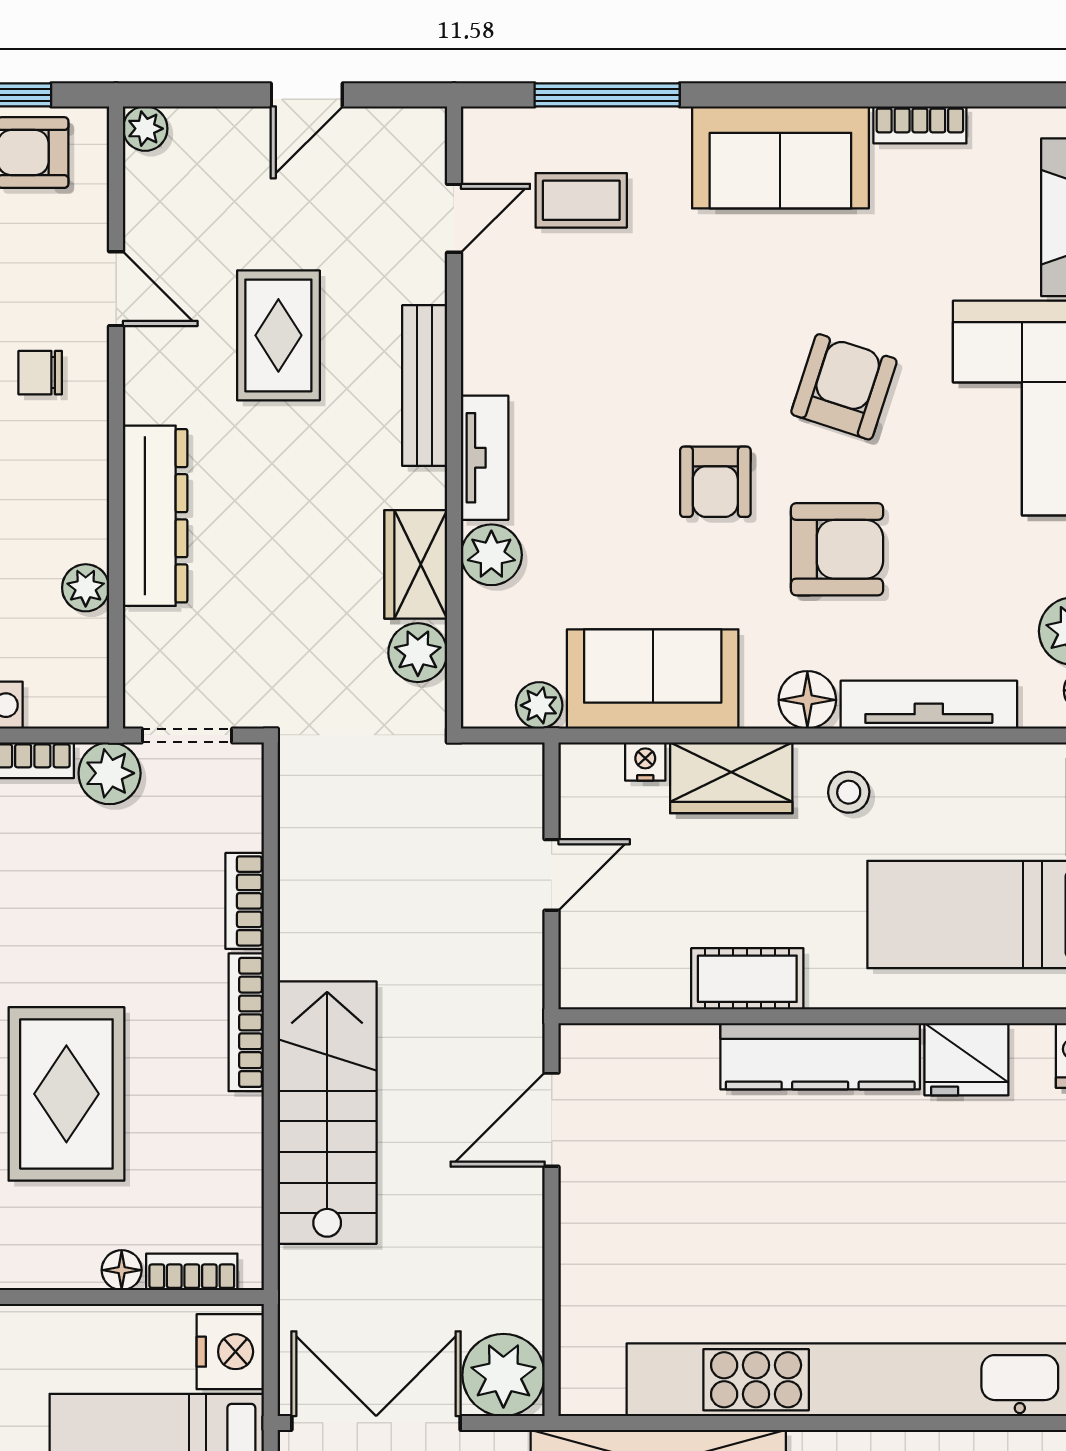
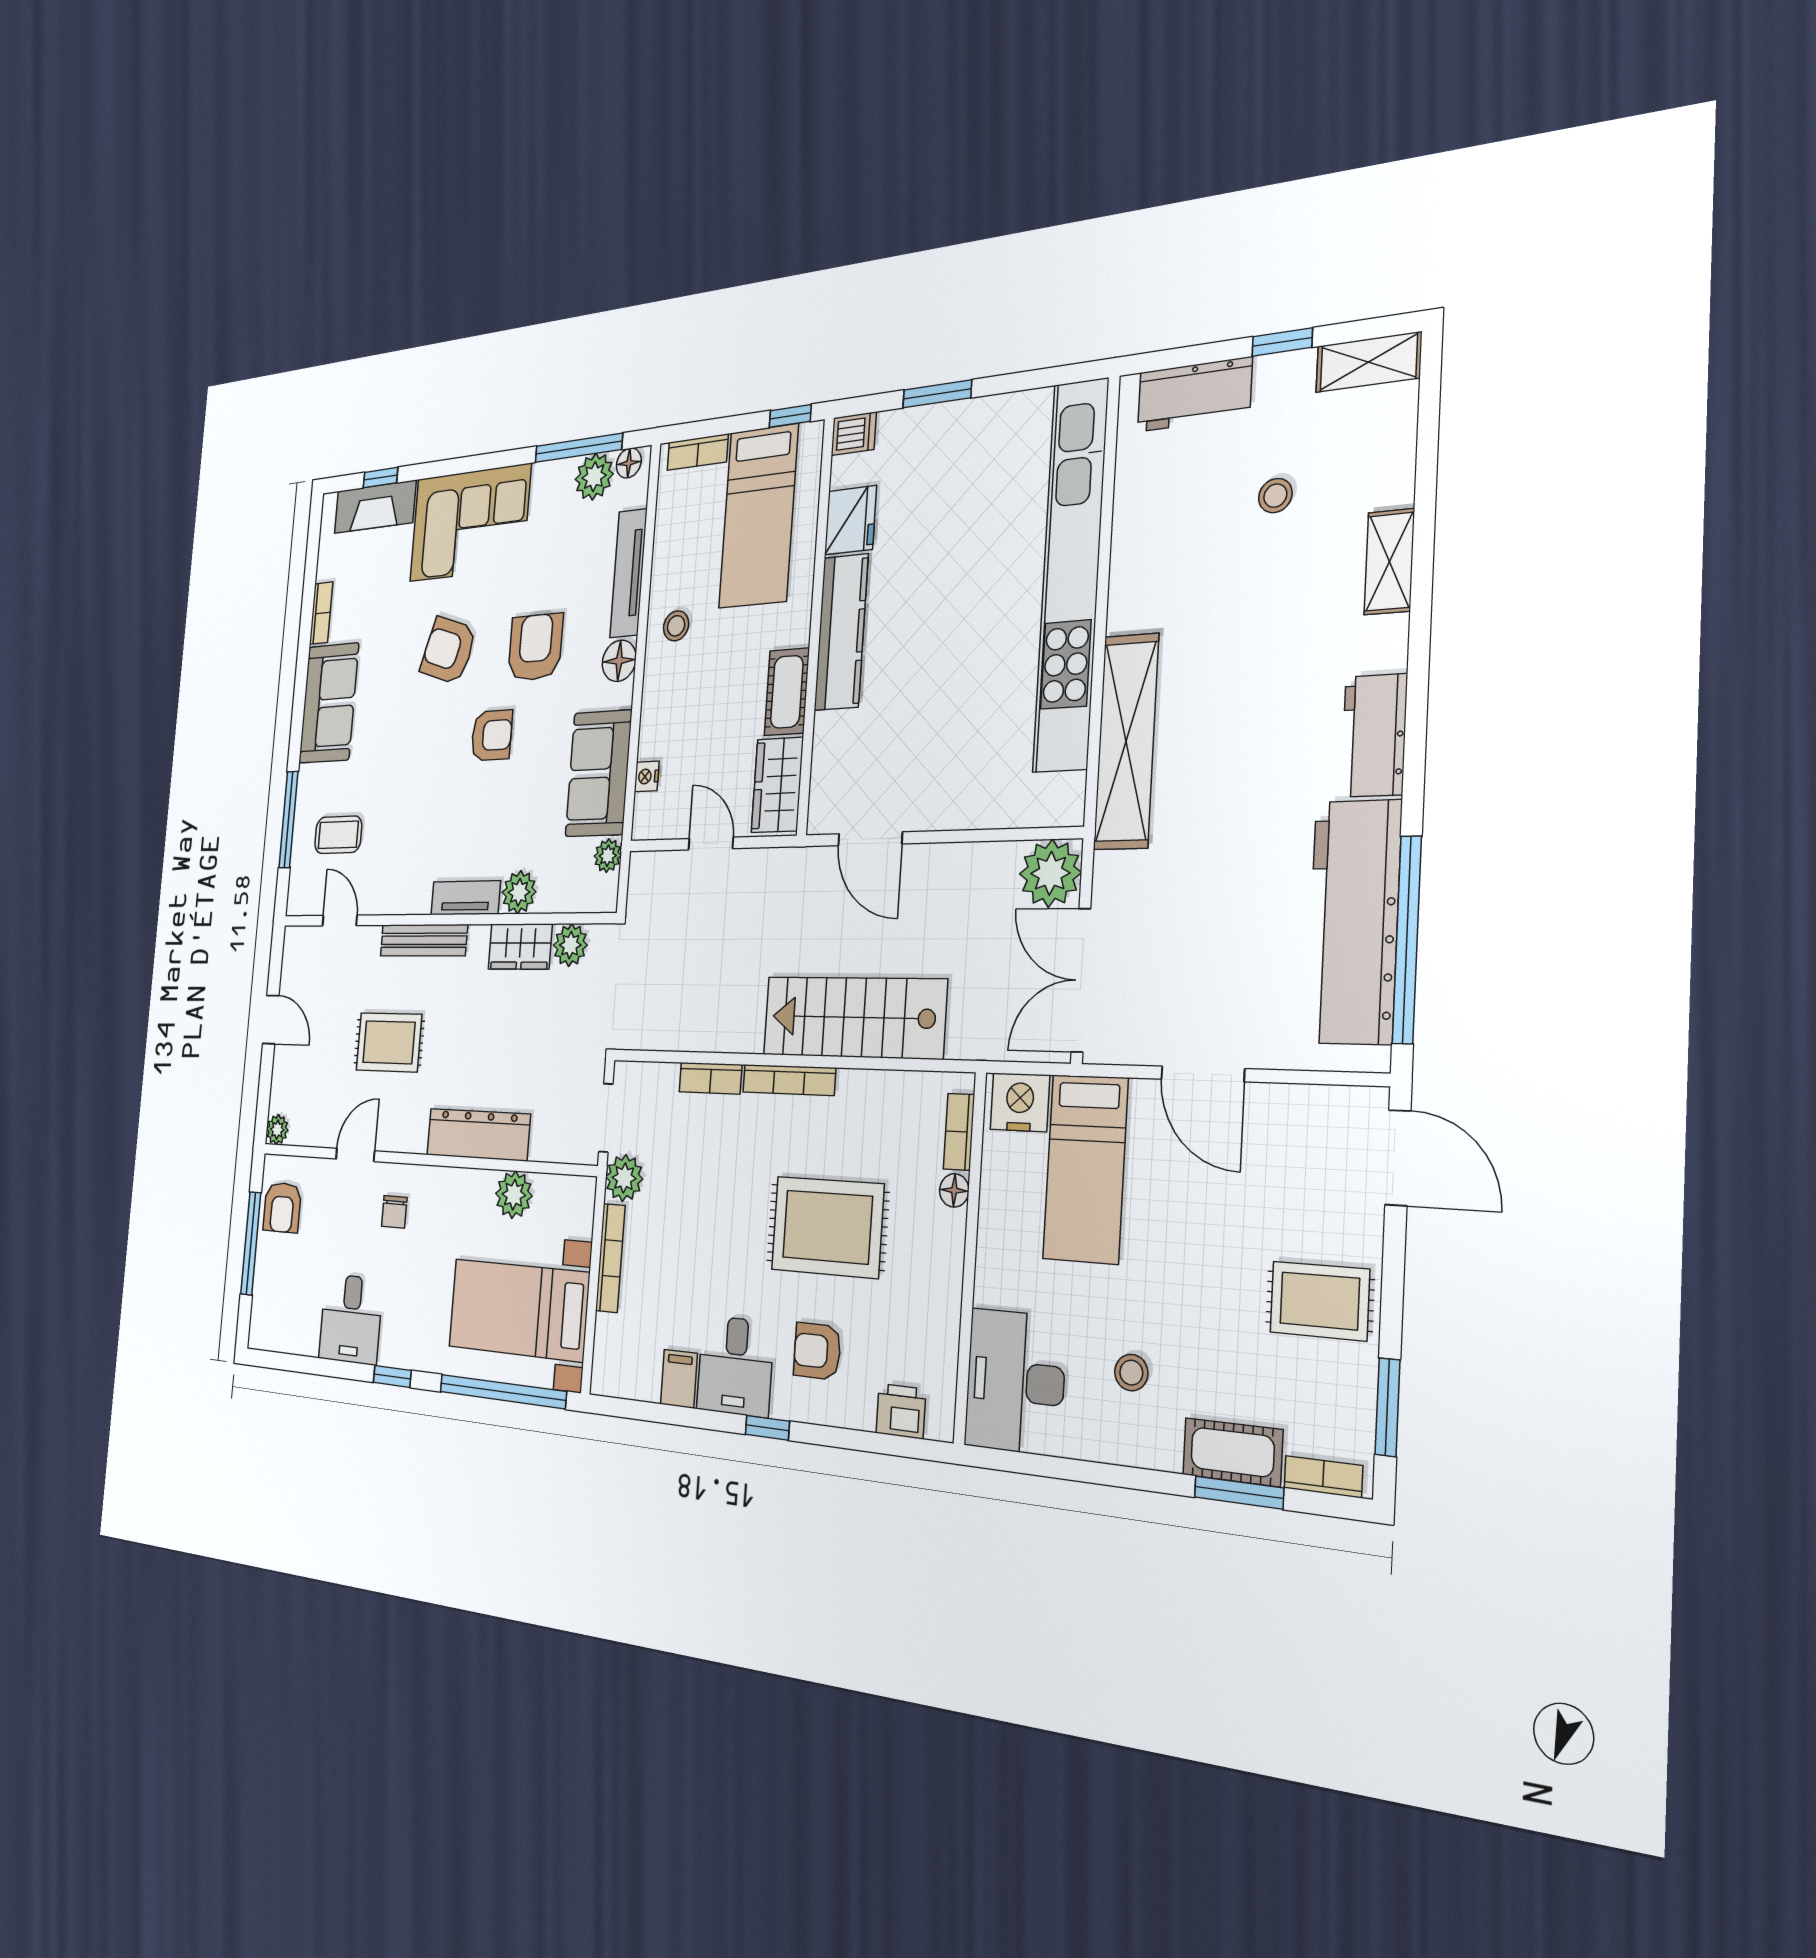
coffee table: (581, 200) -> (338, 835), turned 90
plant: (86, 588) -> (514, 1195), width x1.38, depth x1.38
wardrobe: (731, 778) -> (777, 785), moved, turned 180

